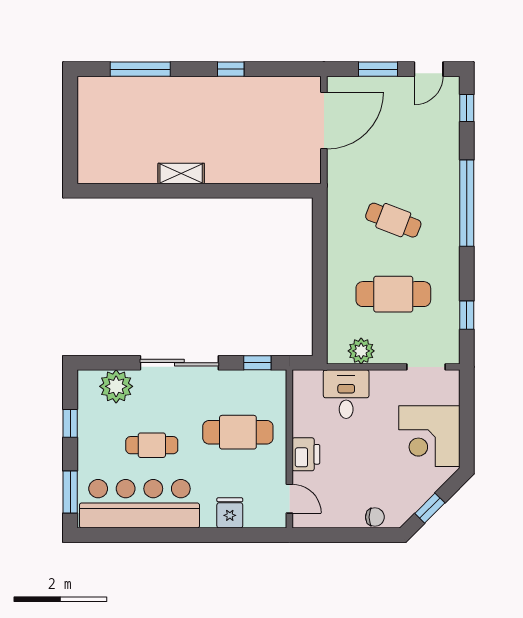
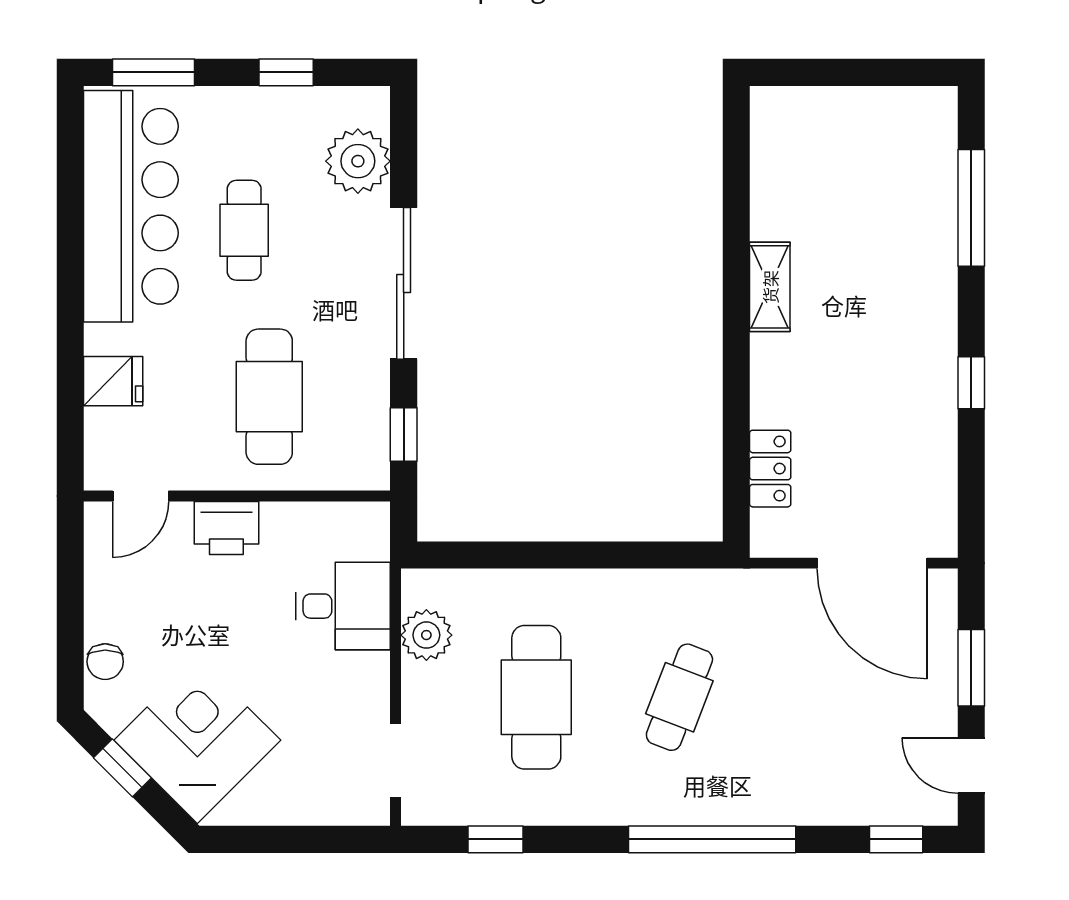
locker: (275, 173) -> (770, 469), added
corner desk: (429, 436) -> (197, 740), moved, turned 45

